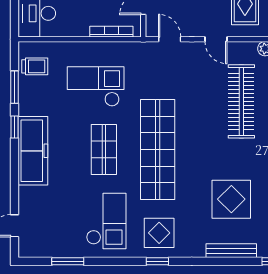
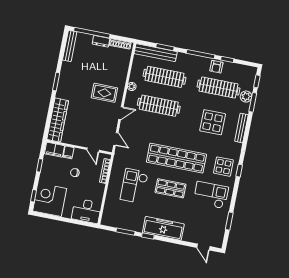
door: (170, 39) -> (116, 139), swing flipped
trolley: (35, 66) -> (116, 218), removed

